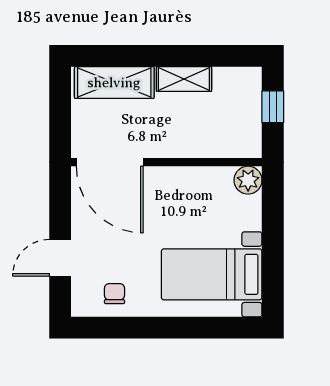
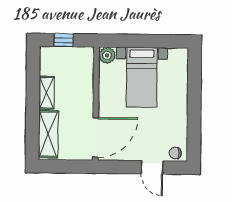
bed with nightstands: (212, 274) -> (142, 77), moved
chair: (114, 294) -> (175, 153), moved

